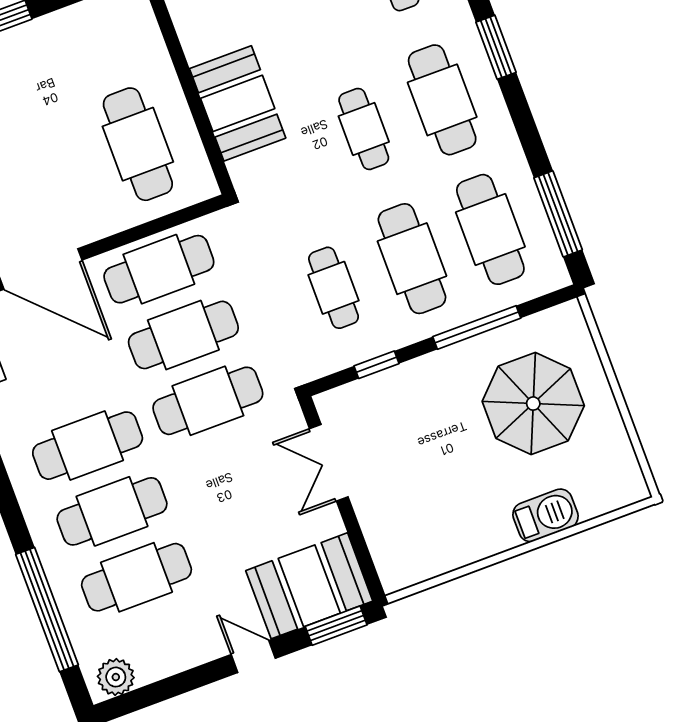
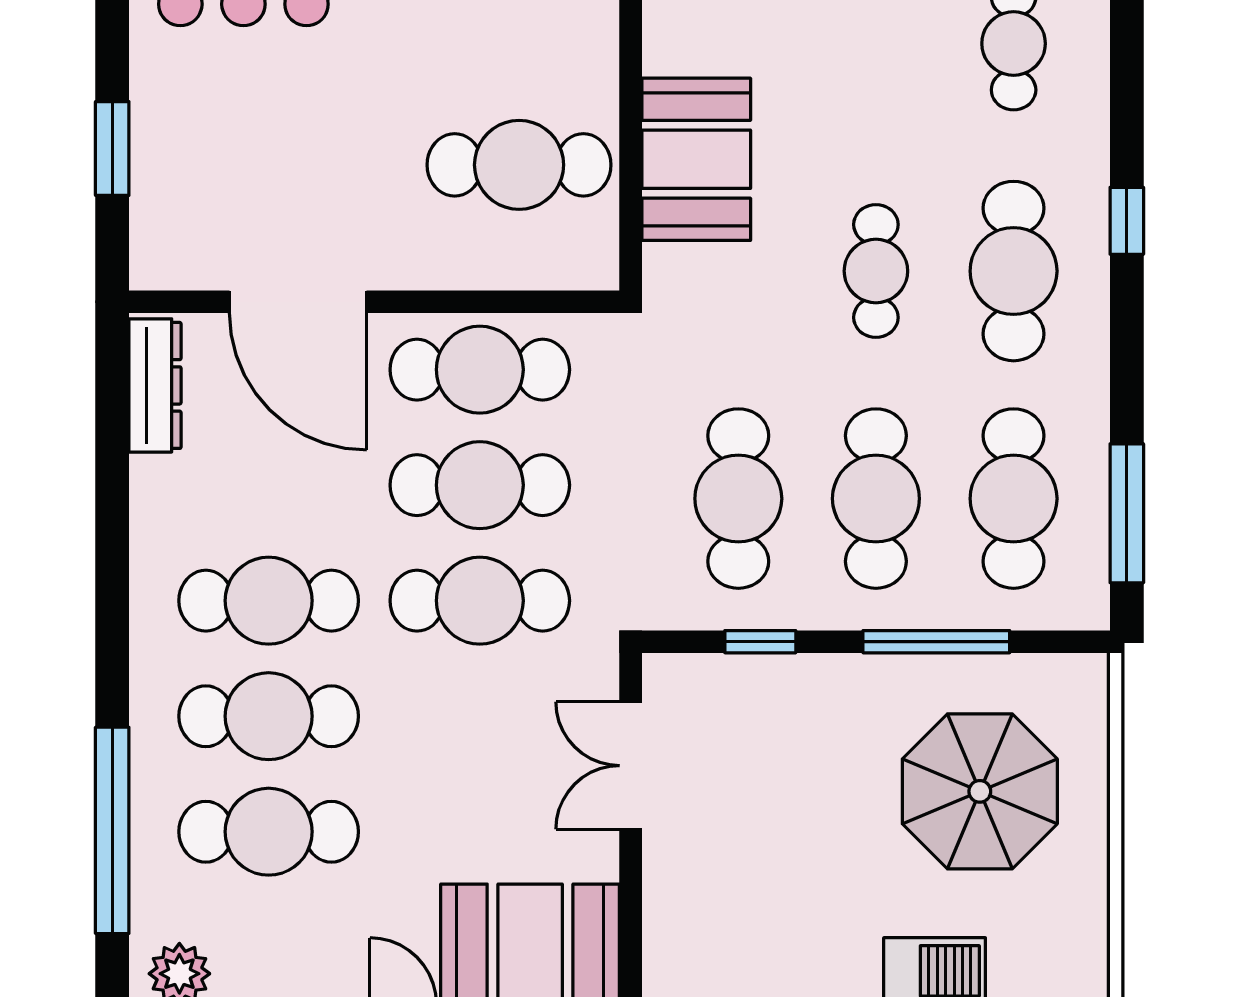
window: (496, 47) -> (1127, 221), width x0.67
cafe table: (138, 144) -> (519, 165), turned 90
cafe table: (334, 288) -> (738, 499), width x1.37, depth x1.35

